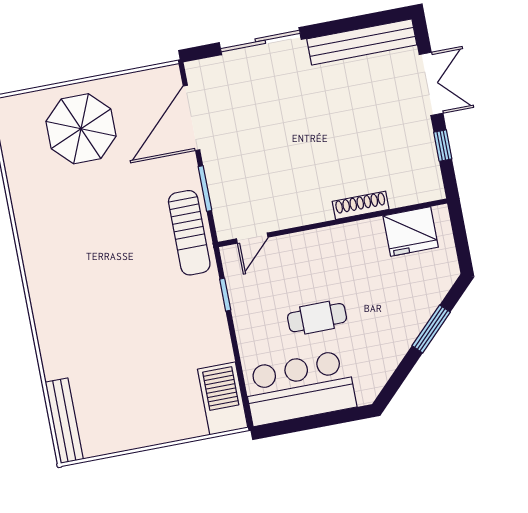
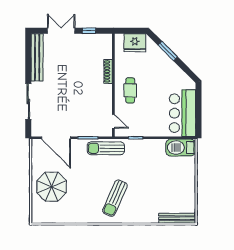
fridge: (411, 231) -> (135, 43), moved, turned 90
sun lounger: (189, 233) -> (106, 148), turned 180
sun lounger: (83, 274) -> (115, 198), added
cafe table: (317, 318) -> (130, 90), moved

